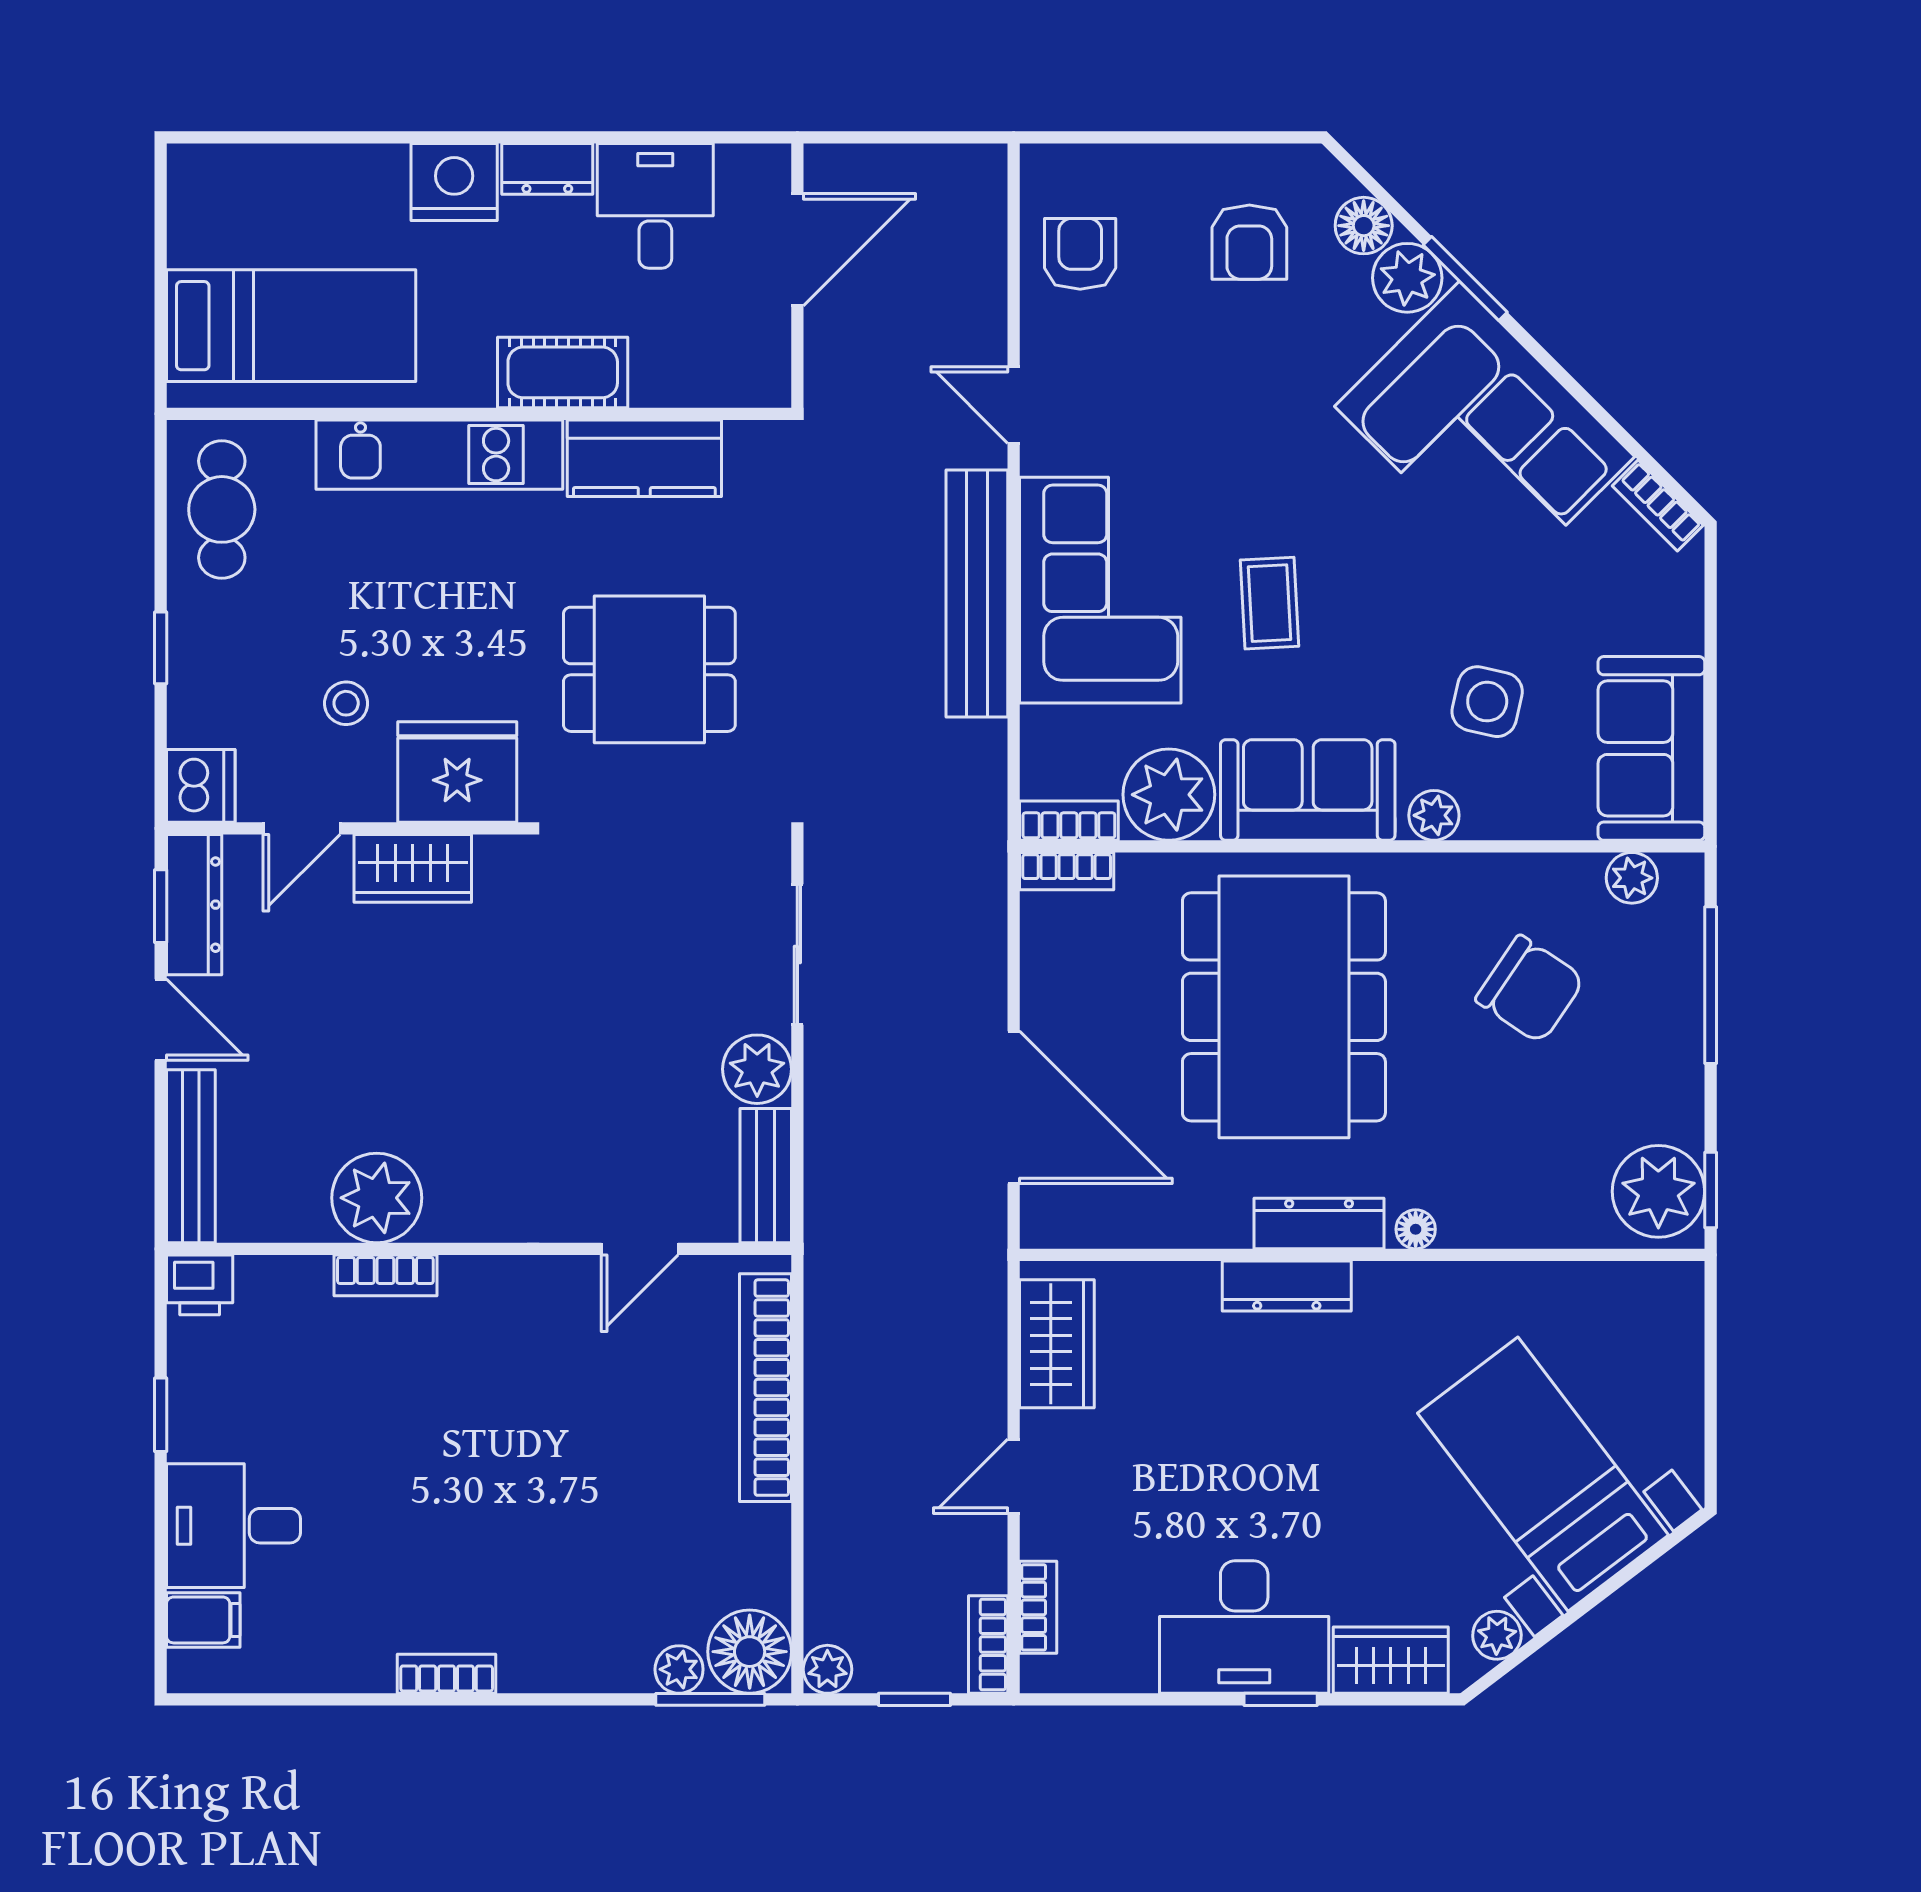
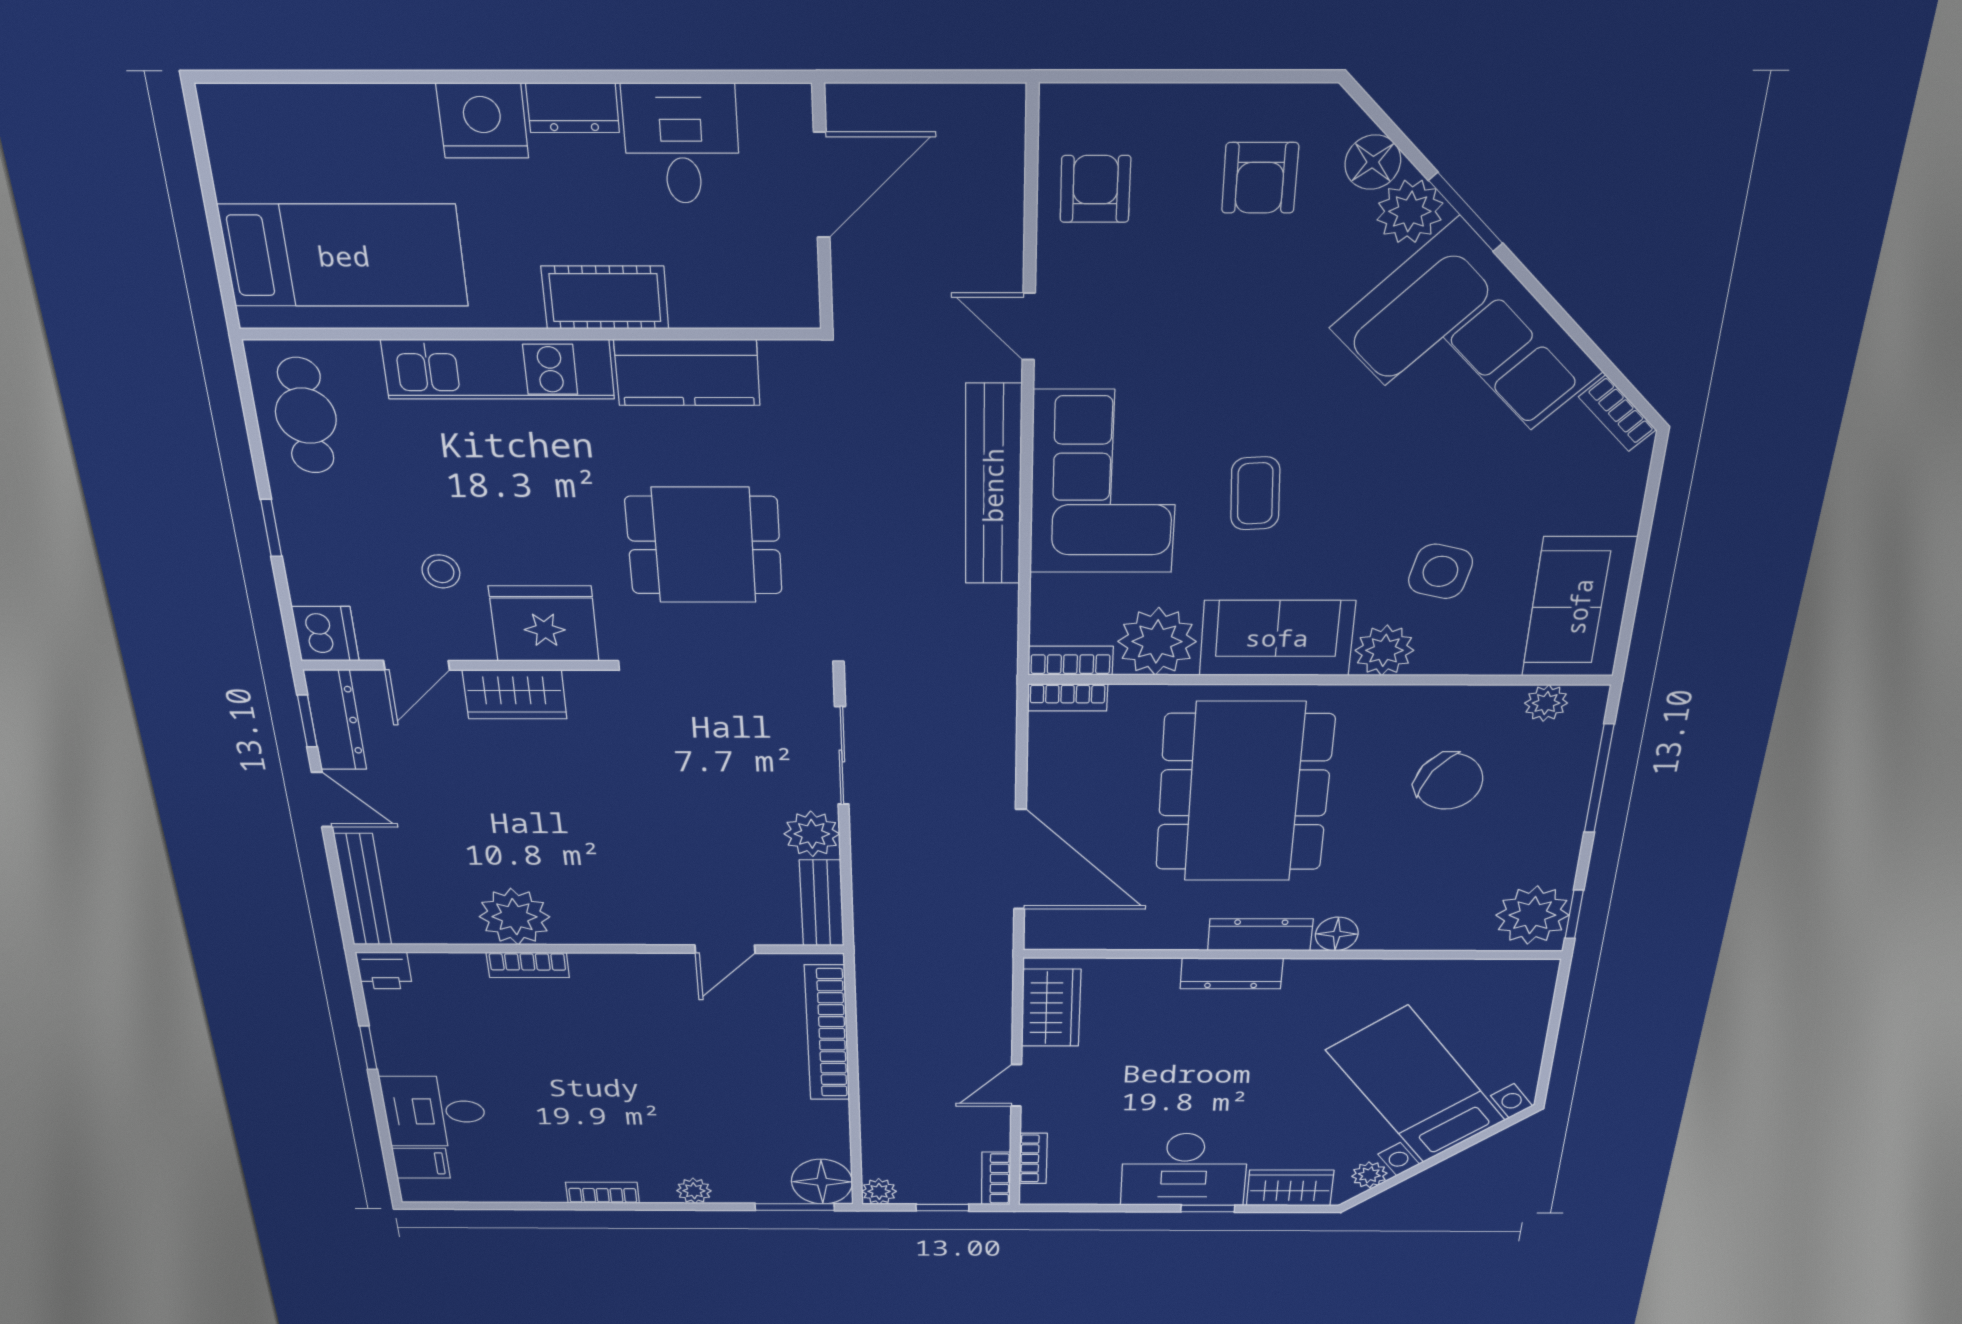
plant: (1434, 815) -> (1384, 650), width x1.38, depth x1.38
floor lamp: (1416, 1229) -> (1337, 934), width x1.37, depth x1.37
plant: (679, 1669) -> (694, 1191), moved

